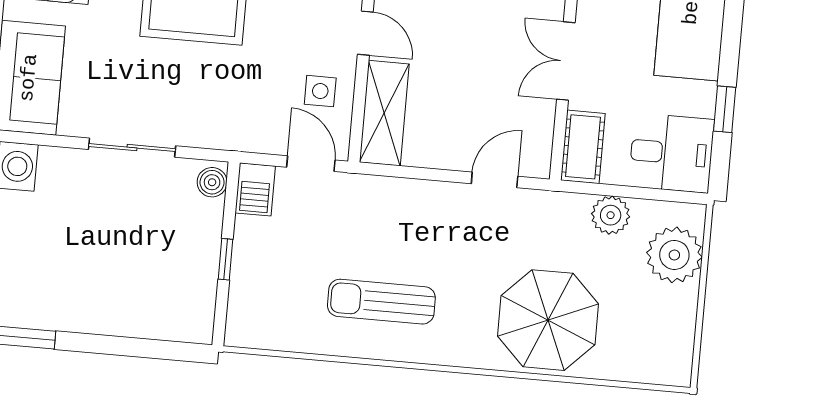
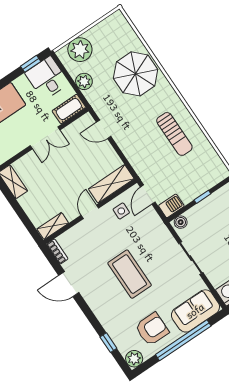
window: (725, 109) -> (31, 64), moved

